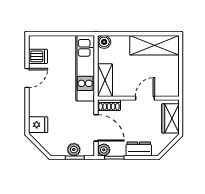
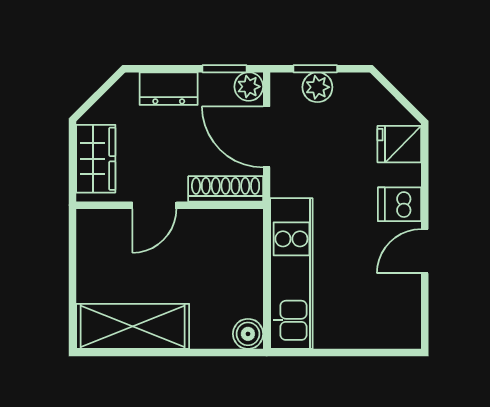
dishwasher: (38, 56) -> (399, 204), moved
shelving: (105, 80) -> (246, 246), removed
shoe rack: (109, 105) -> (226, 189), width x1.43

